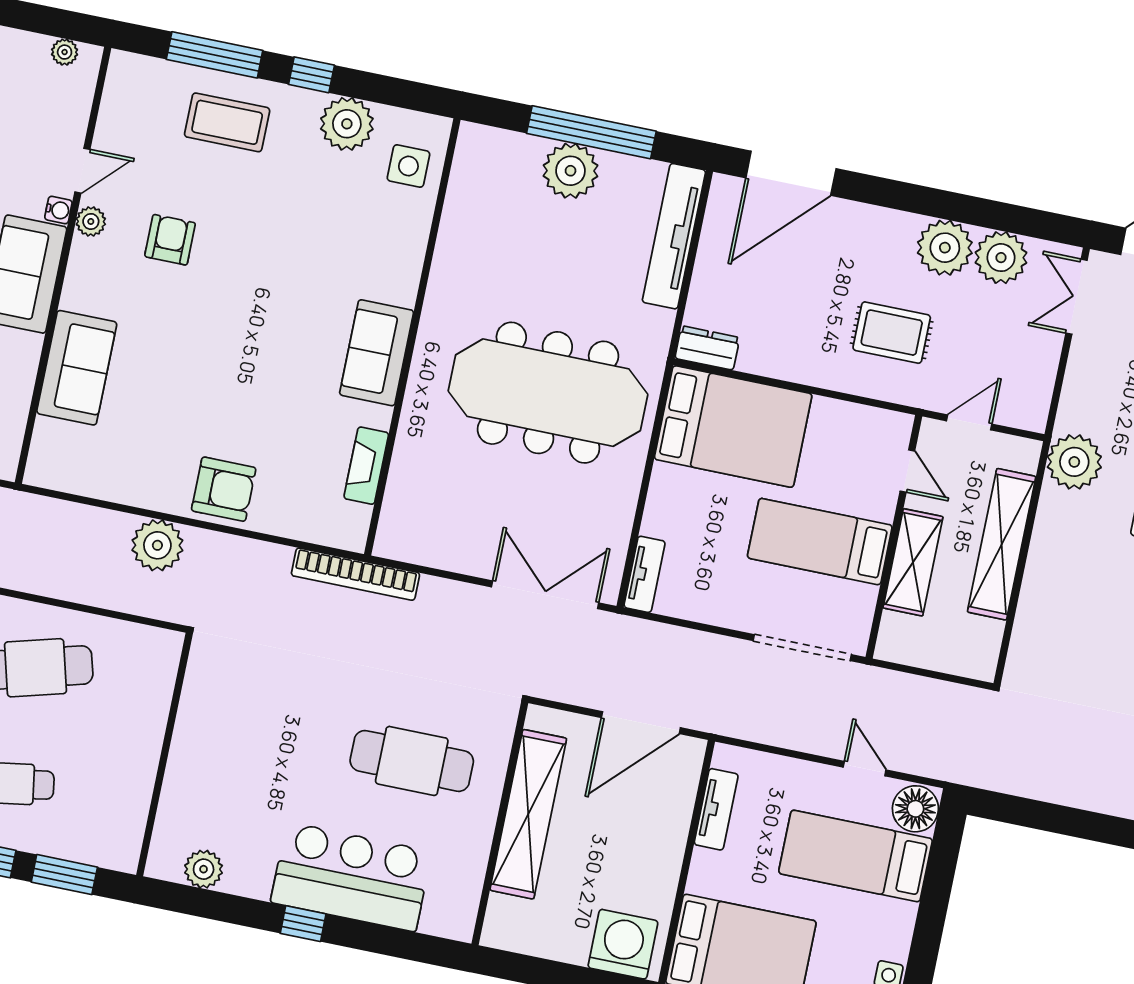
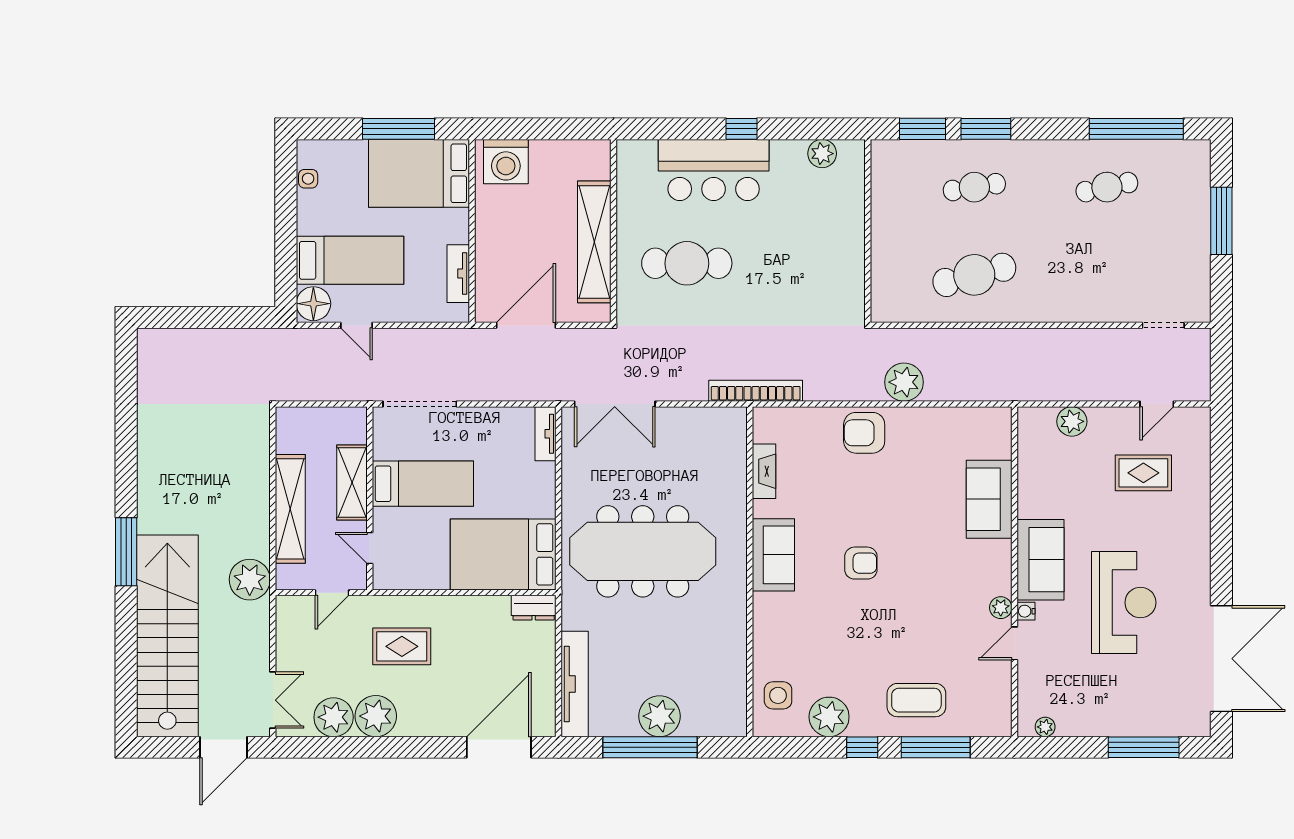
armchair: (170, 240) -> (861, 563), moved, turned -90

